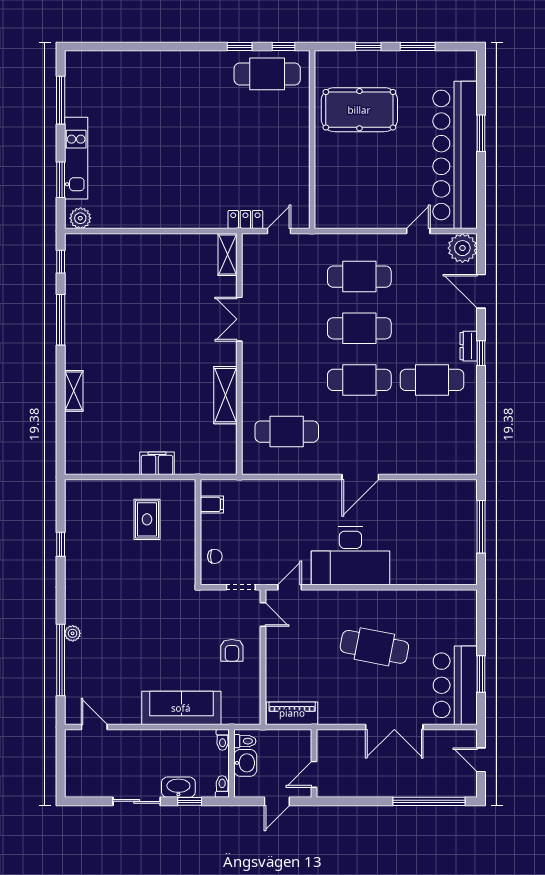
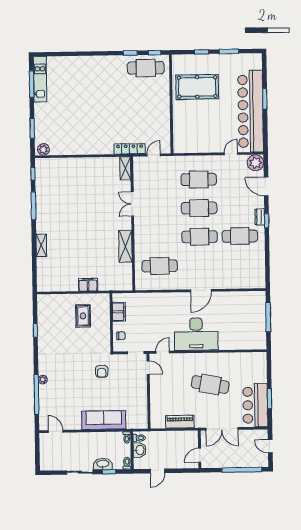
kitchen unit: (76, 158) -> (40, 79), moved
locker: (245, 220) -> (130, 149), width x1.53
filing cabinet: (212, 504) -> (119, 312), width x2.00
armchair: (232, 650) -> (102, 371), moved
piano: (292, 713) -> (180, 422), moved
wall: (314, 763) -> (200, 449), moved
door: (314, 774) -> (200, 455), moved

